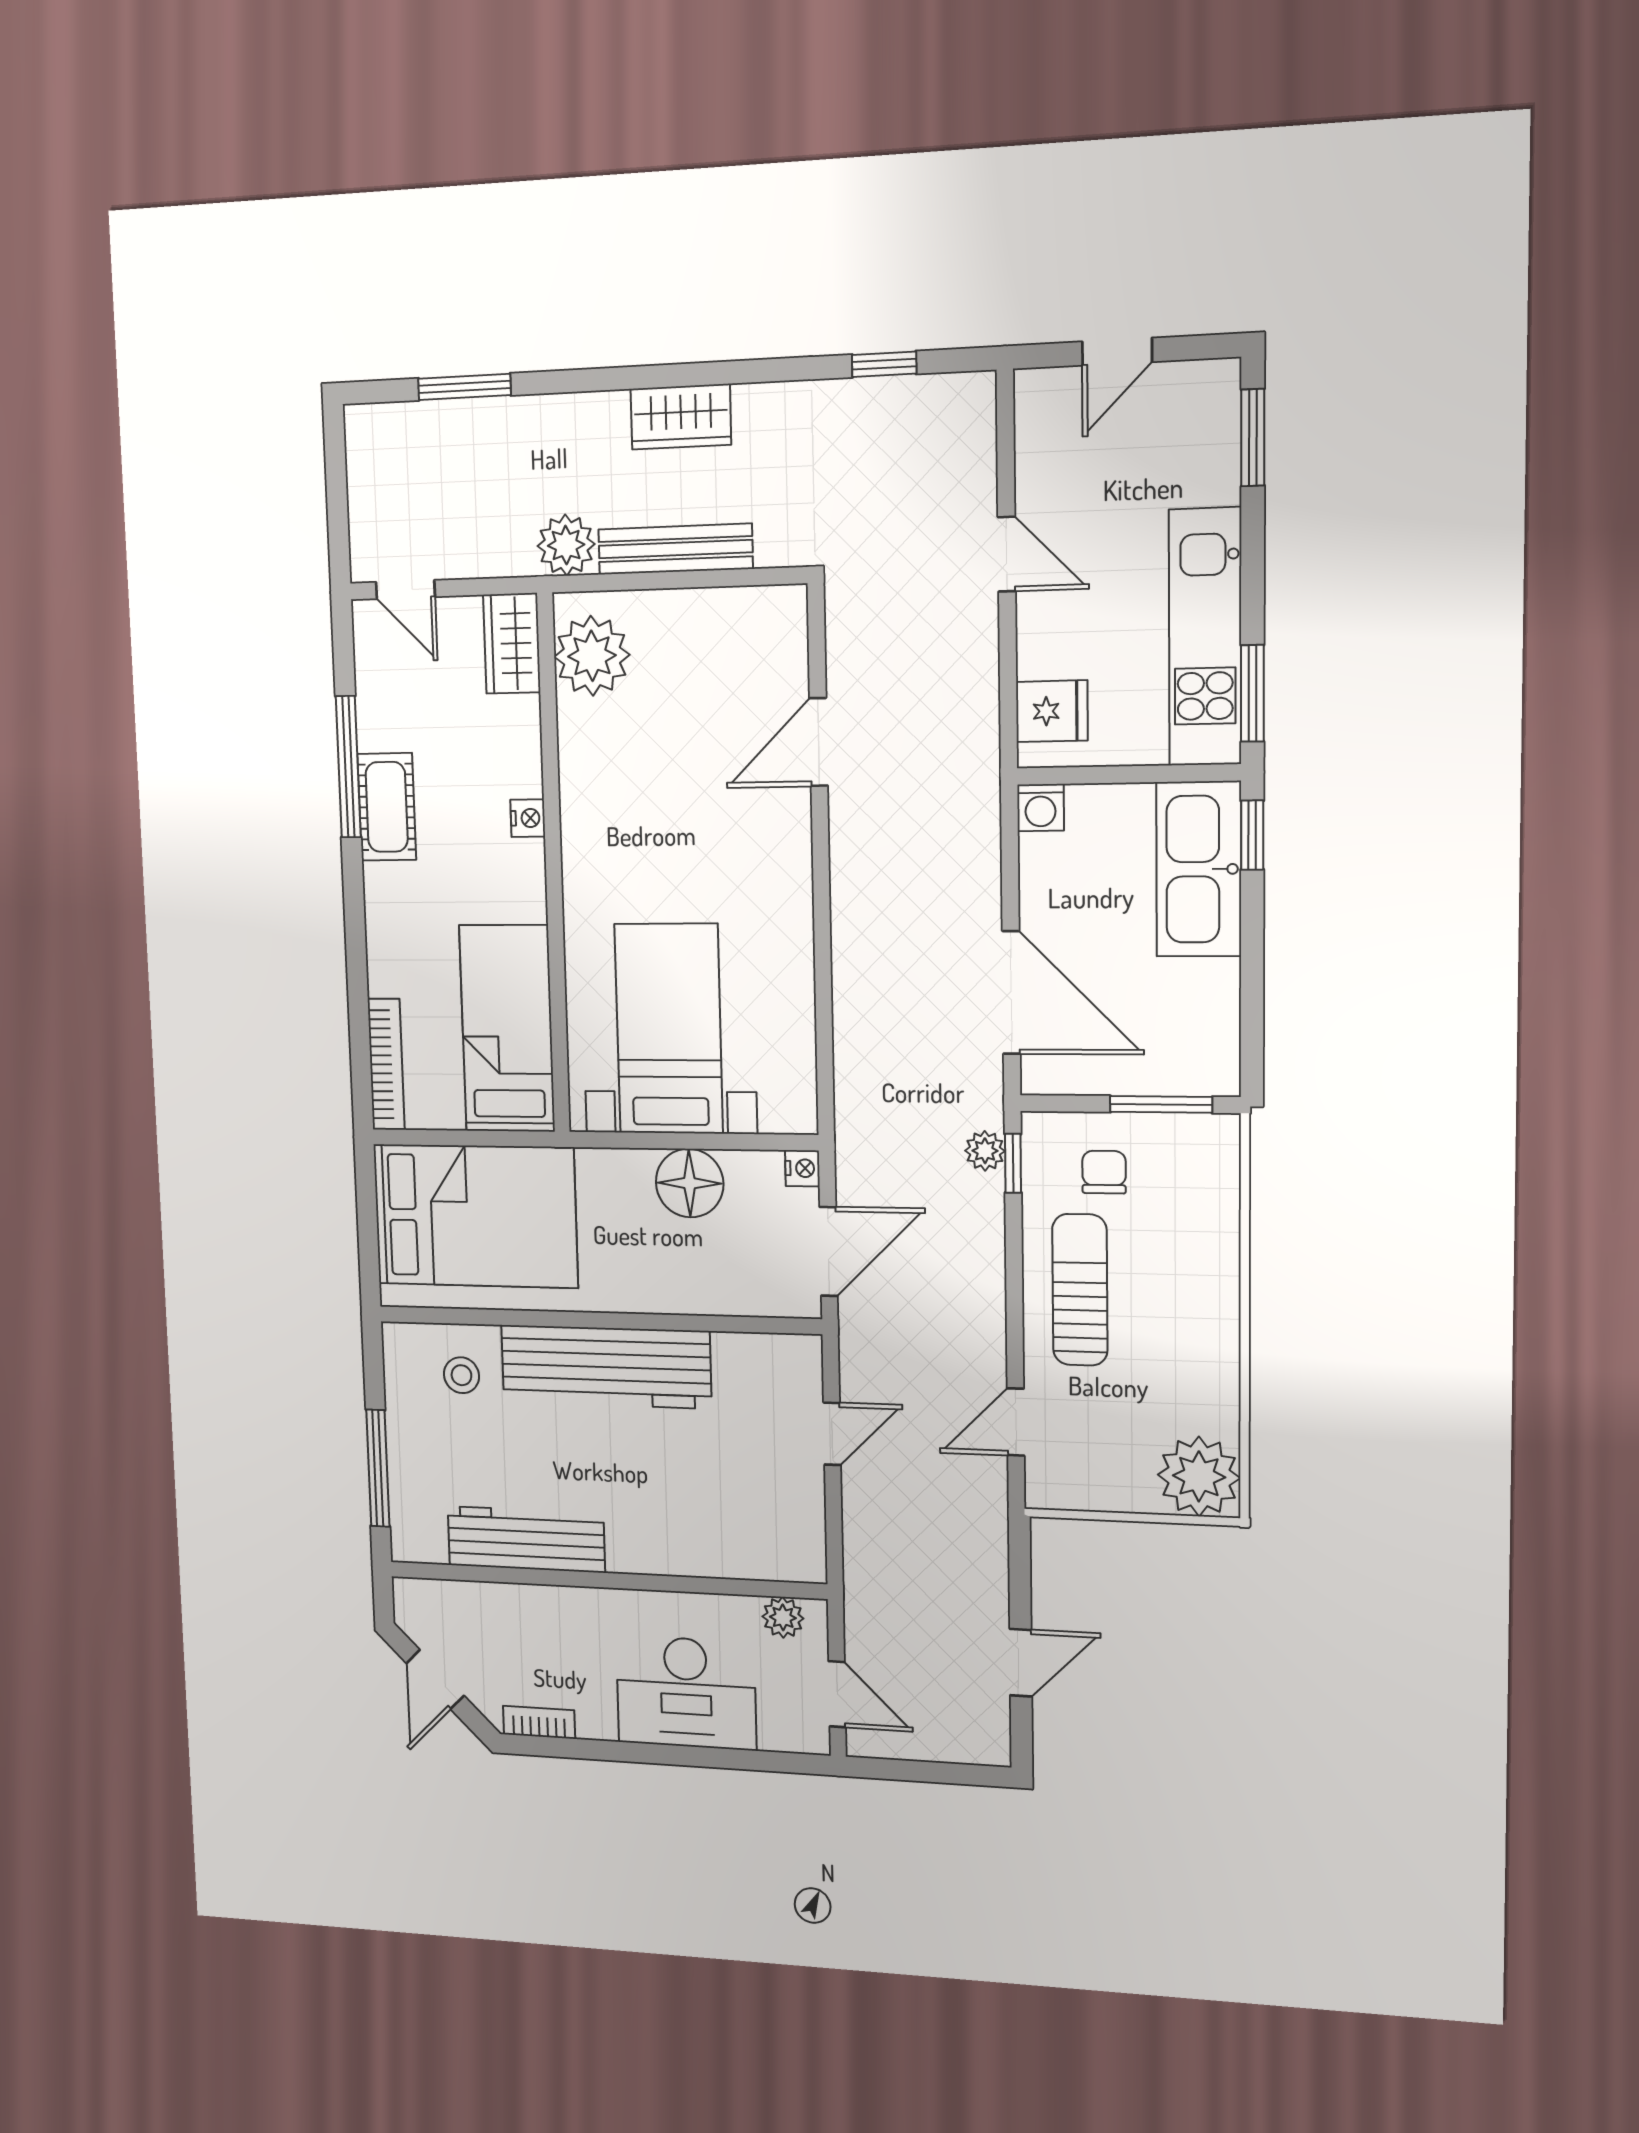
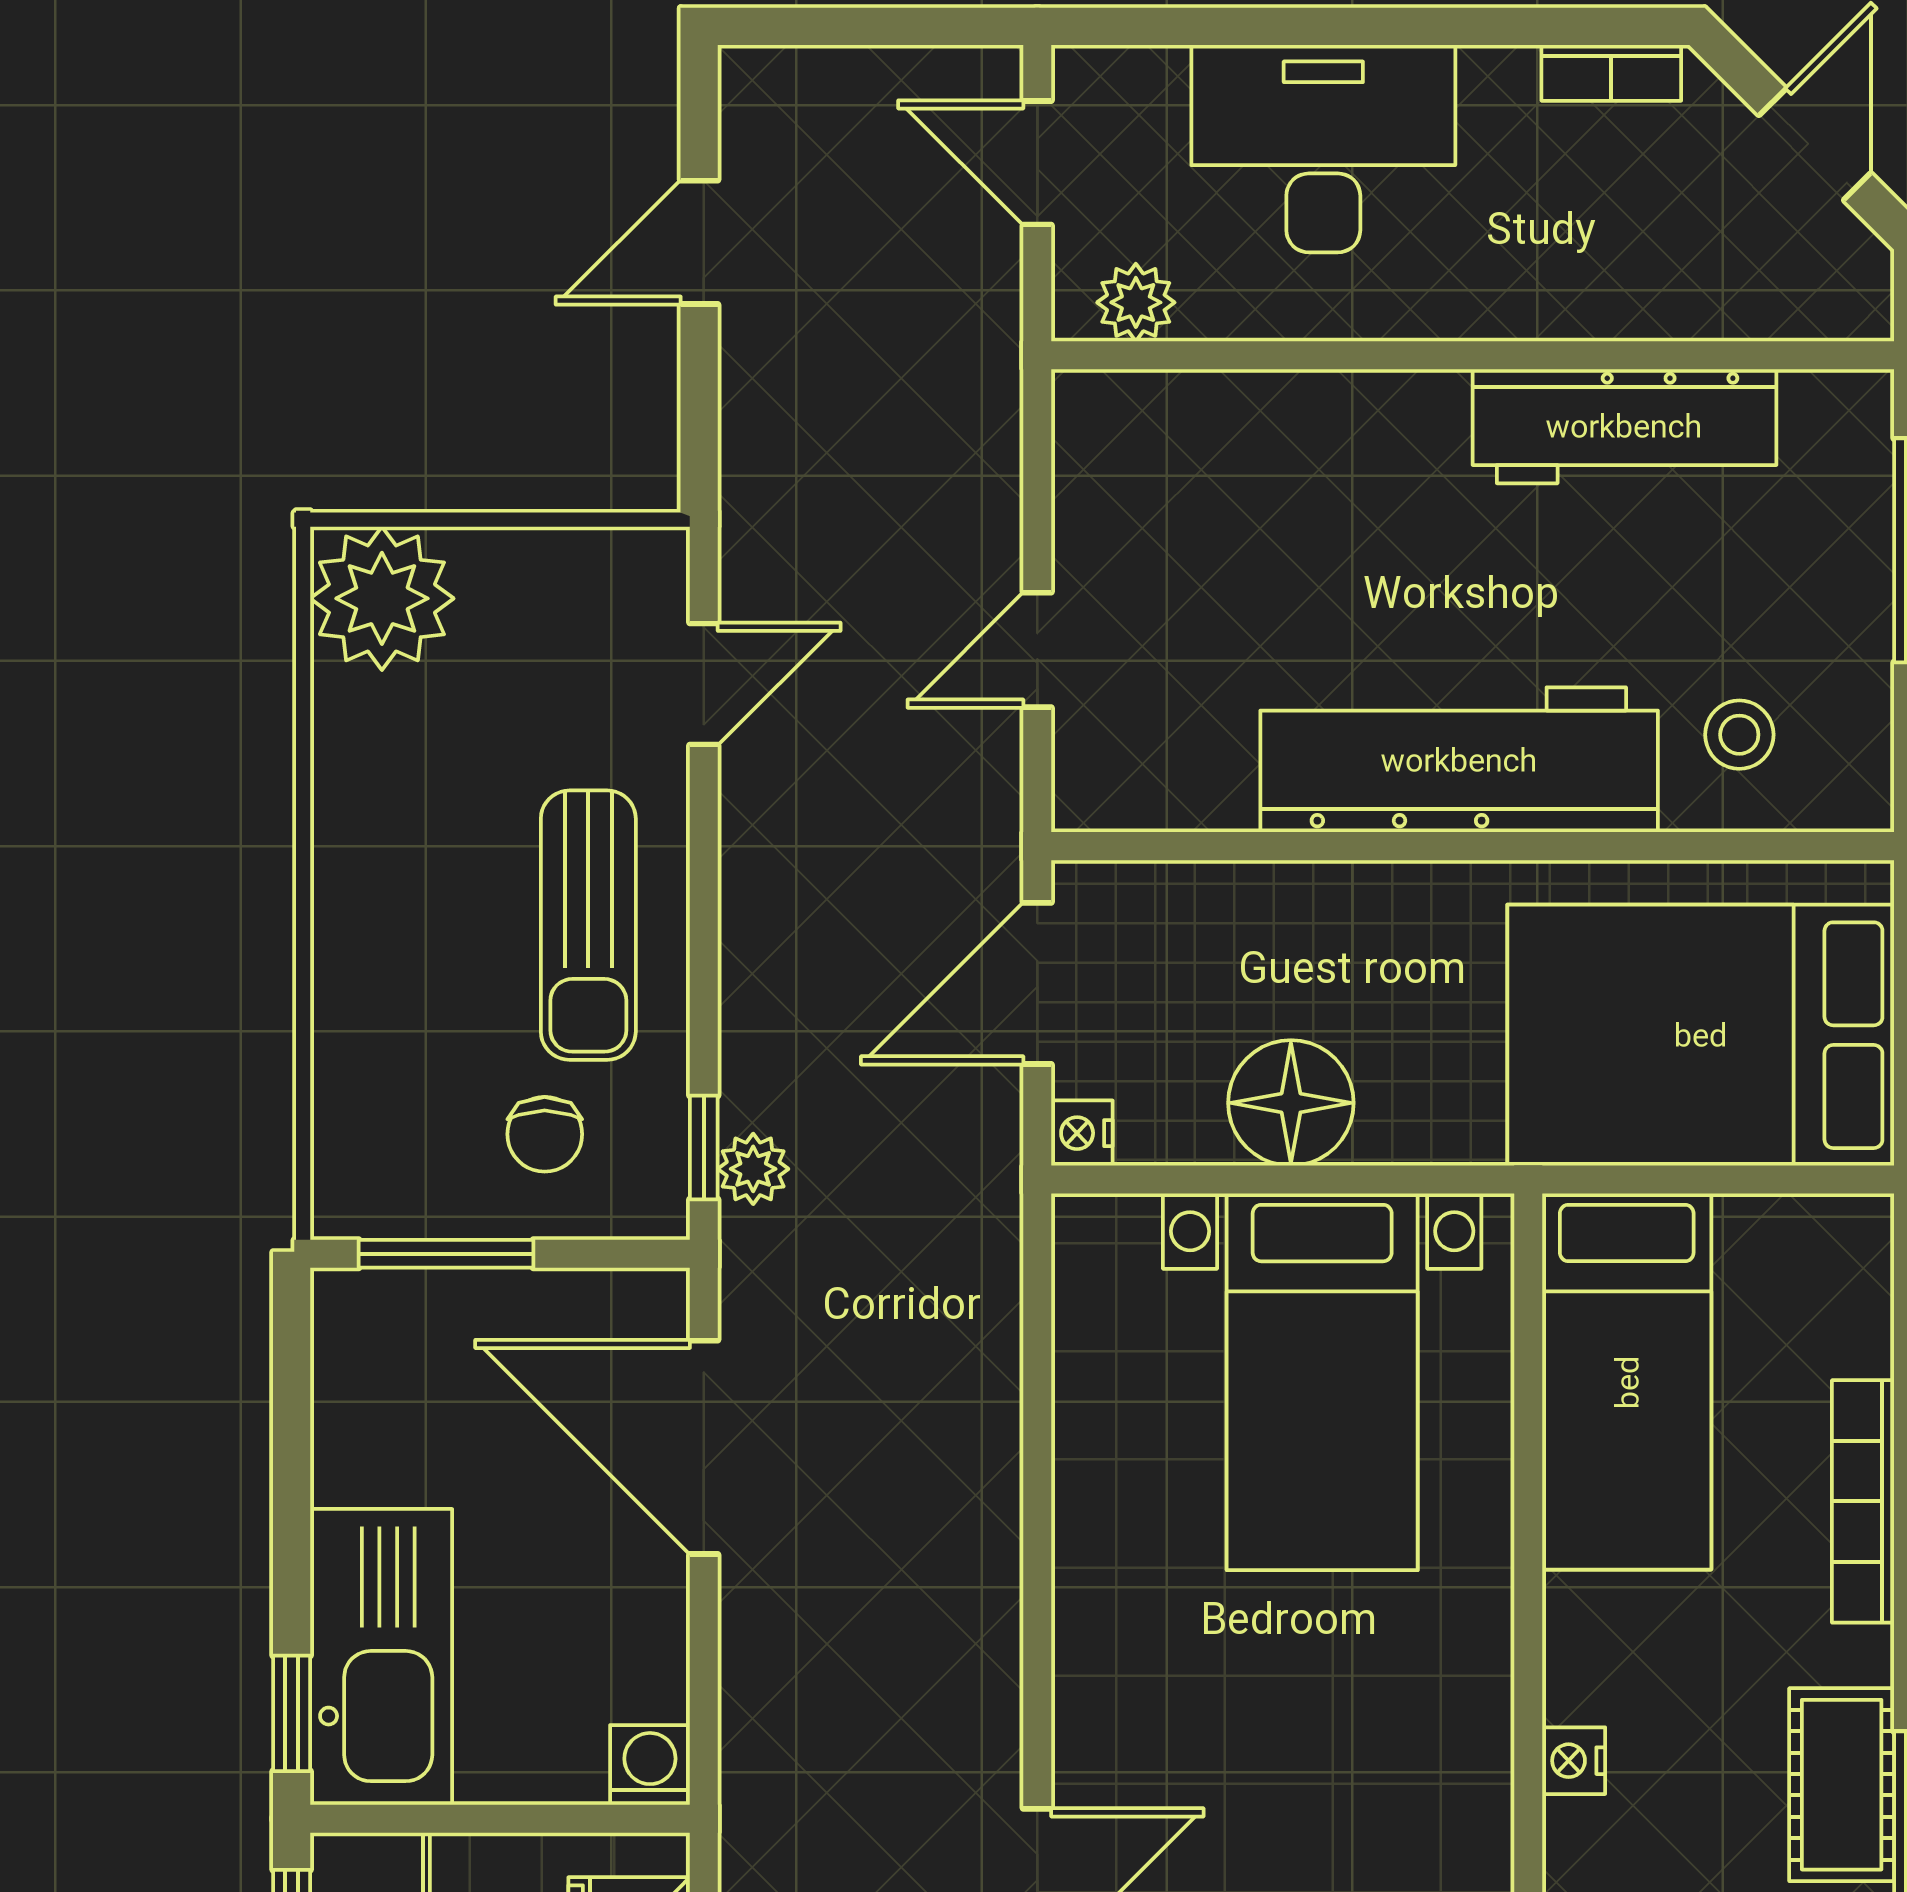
bookcase: (386, 1064) -> (1863, 1501), moved

